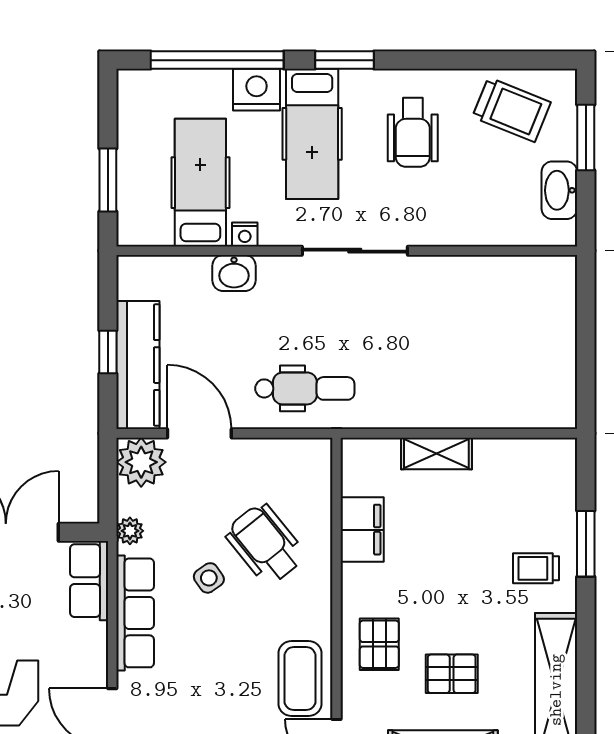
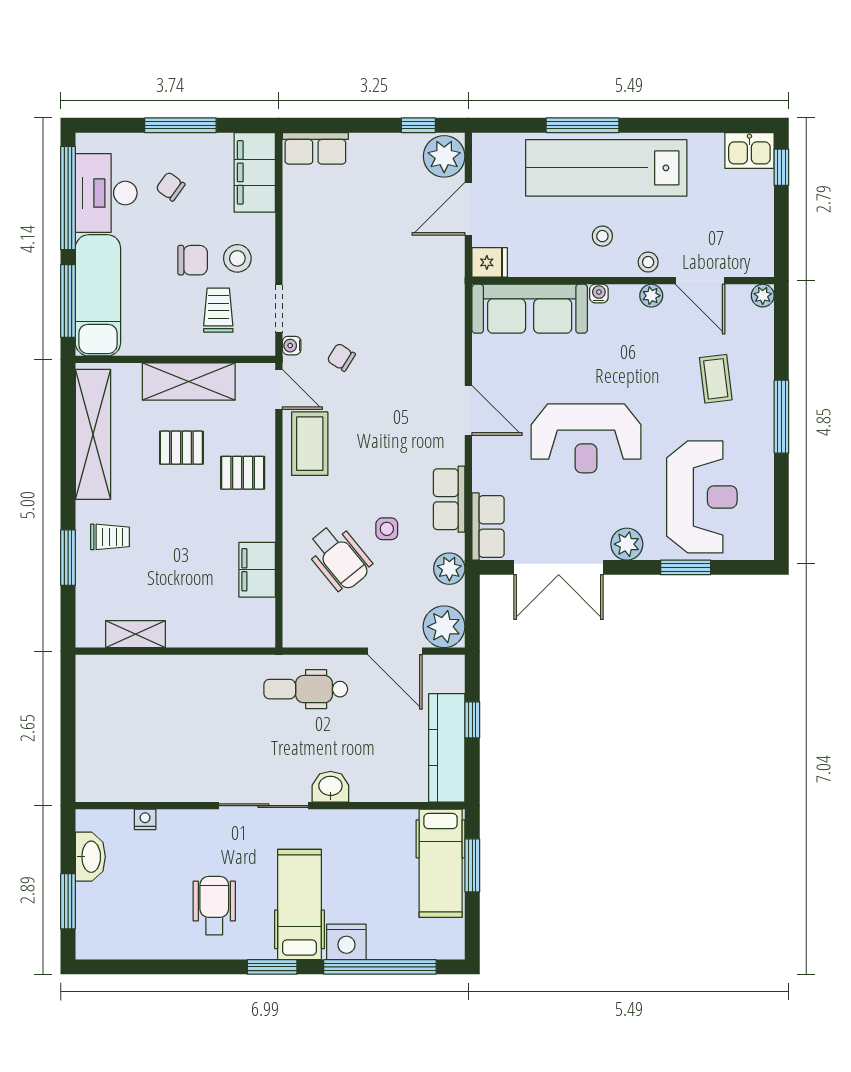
trolley: (511, 110) -> (131, 925), removed
hospital bed: (200, 183) -> (441, 863), moved
nightstand: (245, 234) -> (145, 819), moved
washbasin: (234, 273) -> (330, 787), moved
kitchen counter: (138, 365) -> (447, 748), moved
shelving: (436, 453) -> (135, 634), moved
plant: (130, 531) -> (449, 569), width x1.38, depth x1.38
side table: (209, 578) -> (387, 529), turned 35
row of seats: (135, 613) -> (449, 499), width x0.68
pallet: (379, 644) -> (243, 473), turned 90

